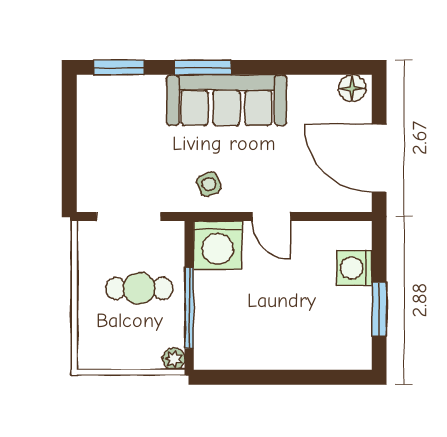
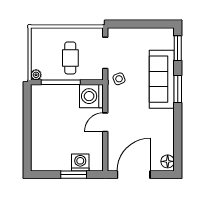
sofa: (226, 100) -> (162, 79), moved
side table: (209, 184) -> (119, 79), moved
window: (379, 309) -> (74, 175), moved

